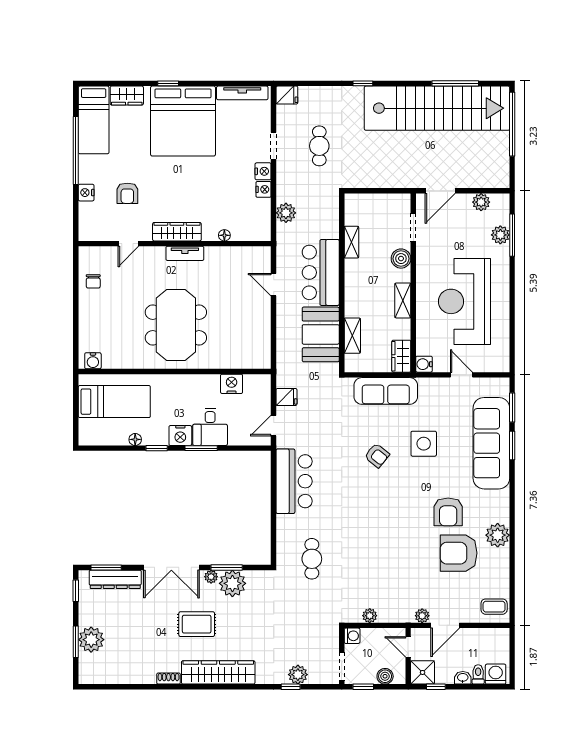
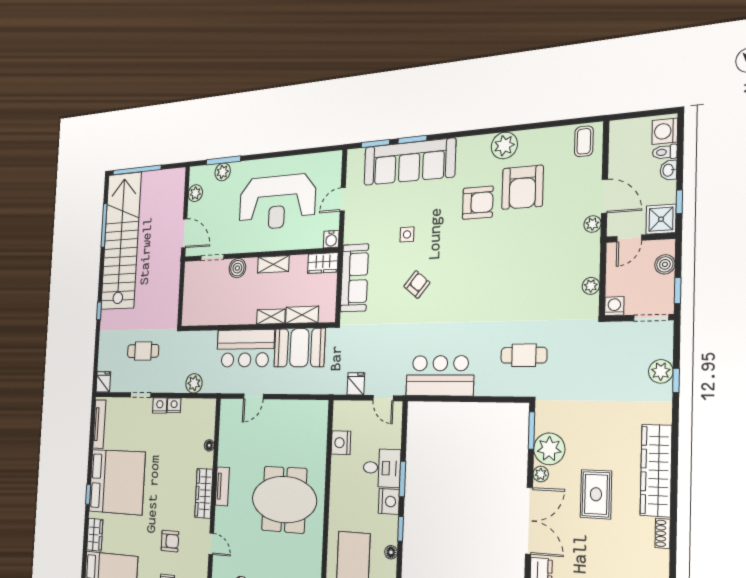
shelving: (351, 242) -> (271, 317), moved
side table: (424, 444) -> (407, 234), width x0.54, depth x0.54
window: (227, 567) -> (531, 431), moved

